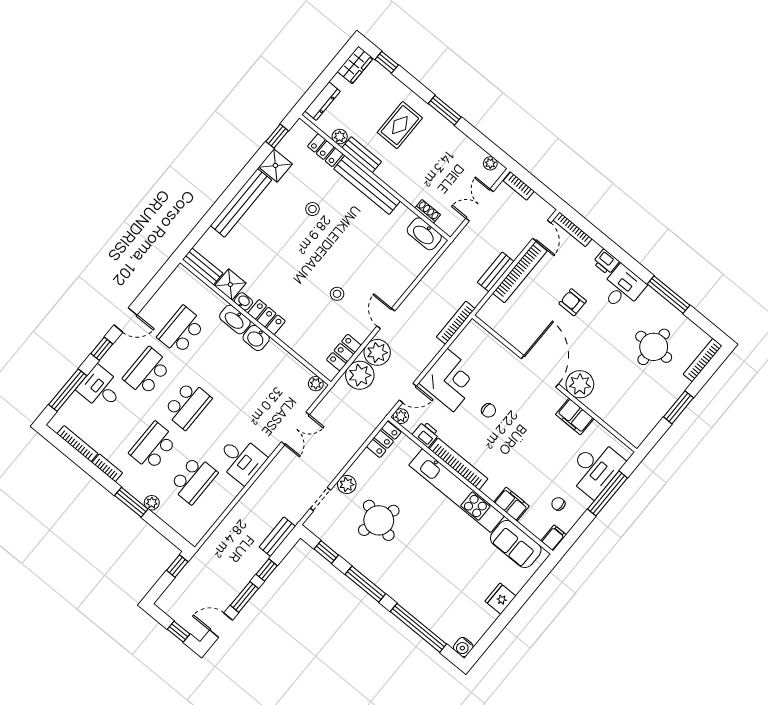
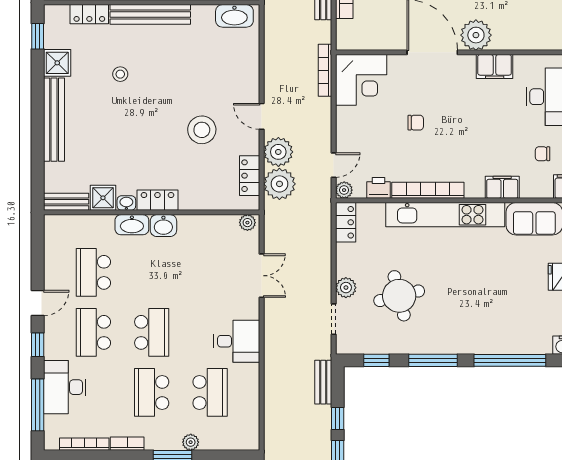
stool: (337, 294) -> (202, 130), width x1.89, depth x1.89
corner desk: (450, 380) -> (361, 80), moved, turned 90
desk: (100, 388) -> (65, 387), width x1.37
round table: (379, 520) -> (399, 296), turned -31

